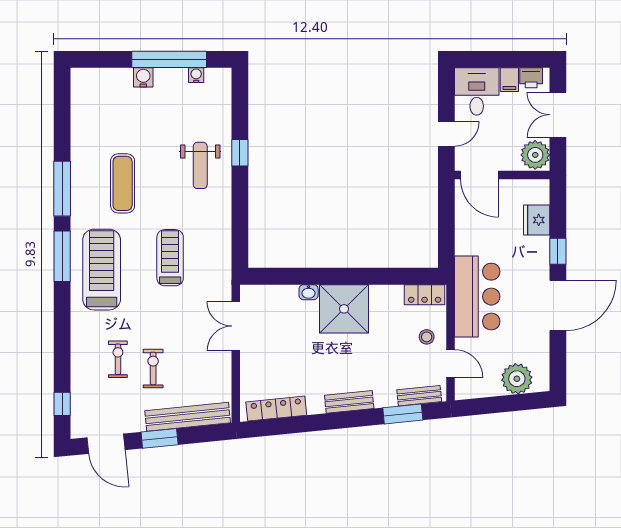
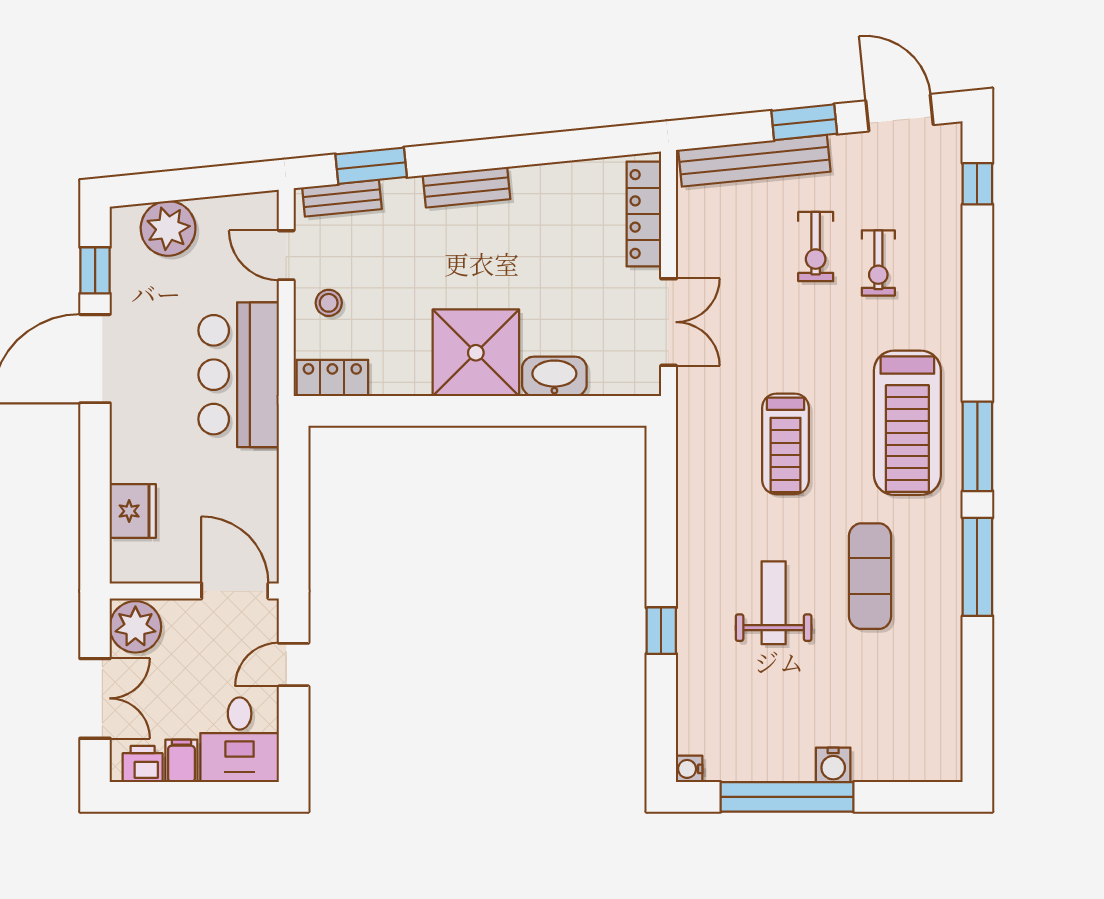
water cooler: (196, 75) -> (689, 769), moved, turned 90
weight bench: (200, 165) -> (774, 603), moved
window: (558, 251) -> (95, 270), moved
washbasin: (309, 292) -> (554, 376), width x1.91, depth x1.45
locker: (276, 409) -> (644, 214), moved, turned 96

